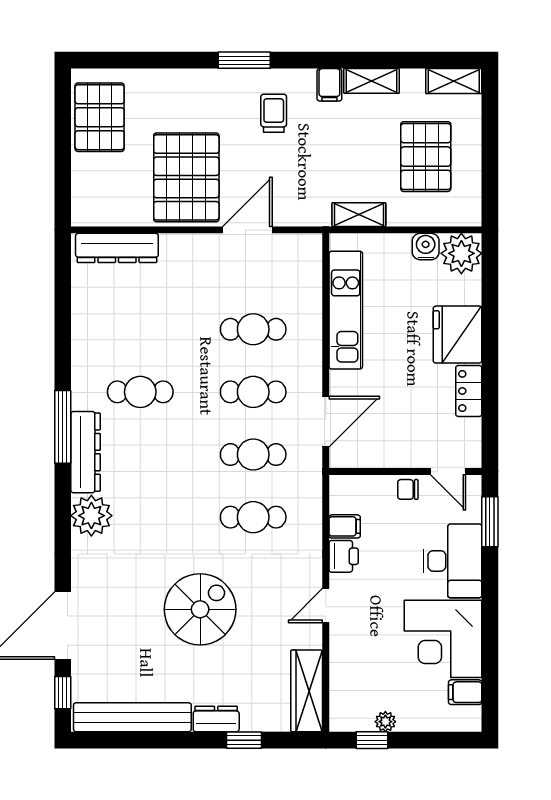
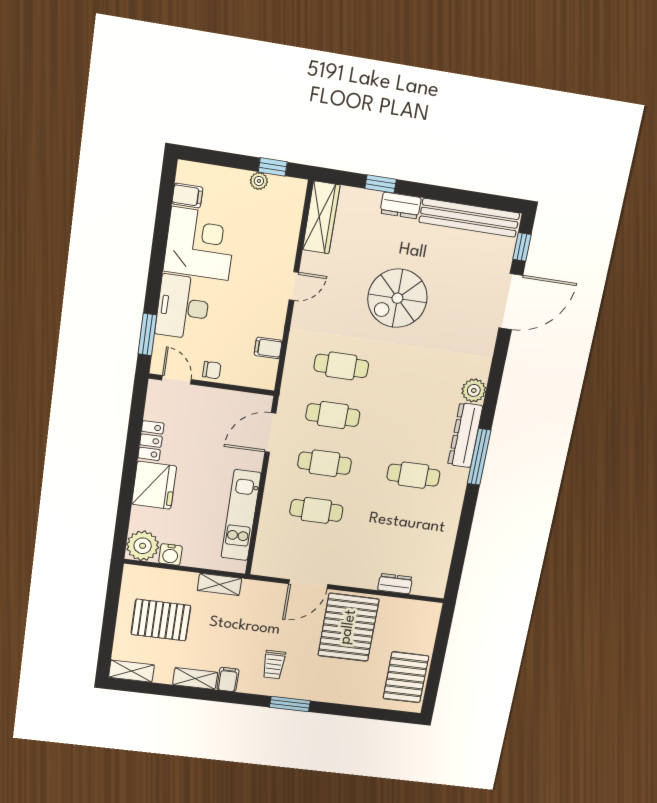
pallet: (426, 157) -> (161, 620), turned 90
dresser: (117, 248) -> (395, 584), width x0.51, depth x0.80
plant: (91, 516) -> (474, 390), width x0.73, depth x0.73
printer: (344, 556) -> (273, 324), removed

